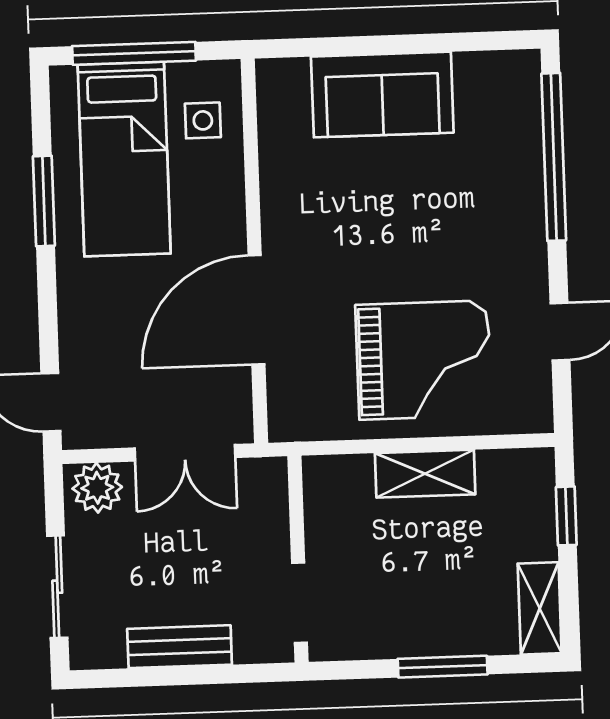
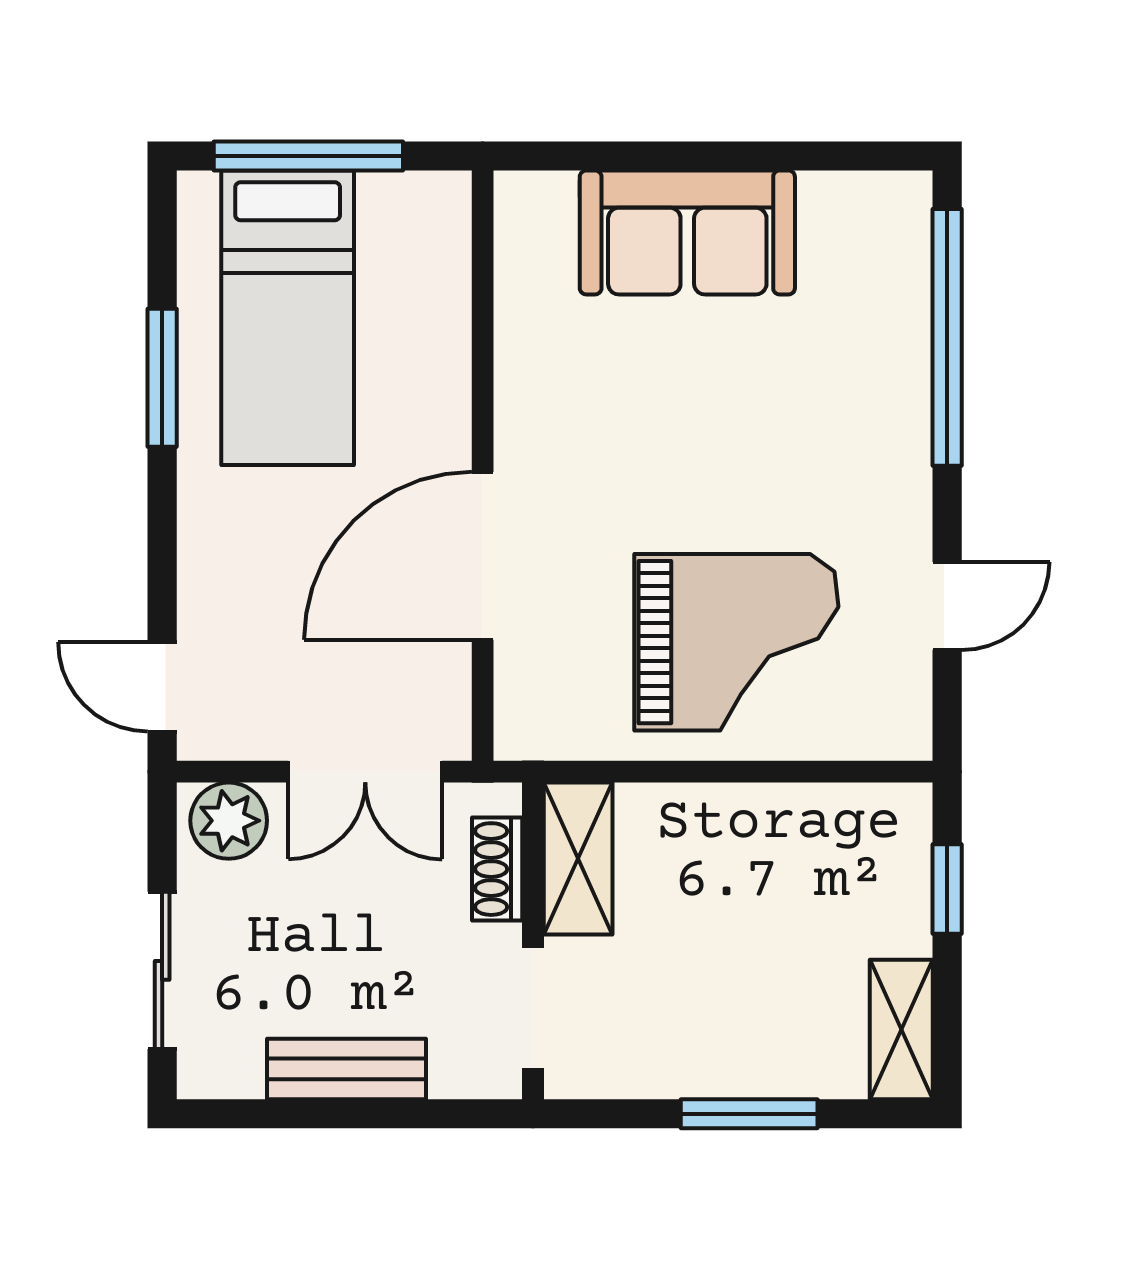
side table: (203, 120) -> (410, 263), removed
shelving: (425, 474) -> (578, 859), moved, turned 90
shoe rack: (273, 513) -> (497, 869), added

